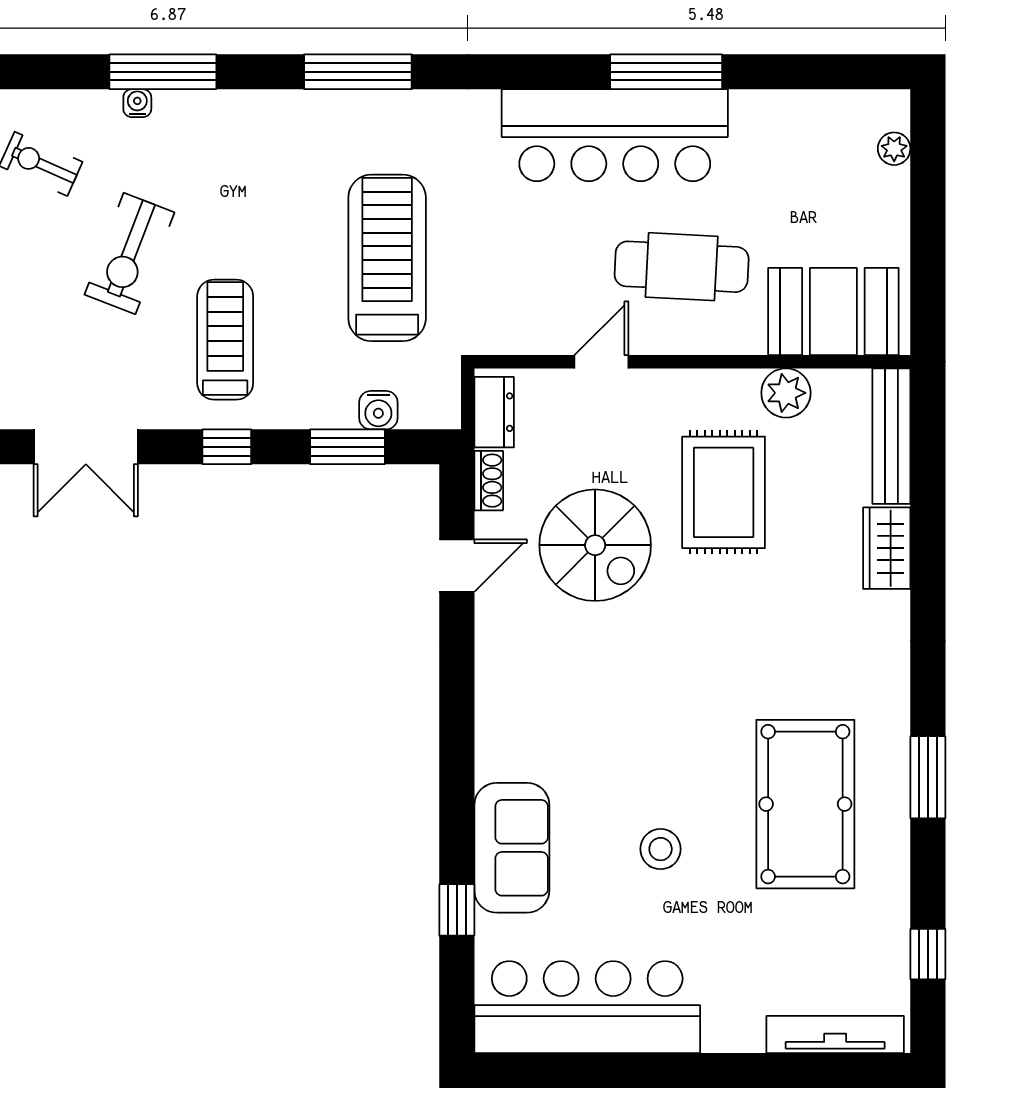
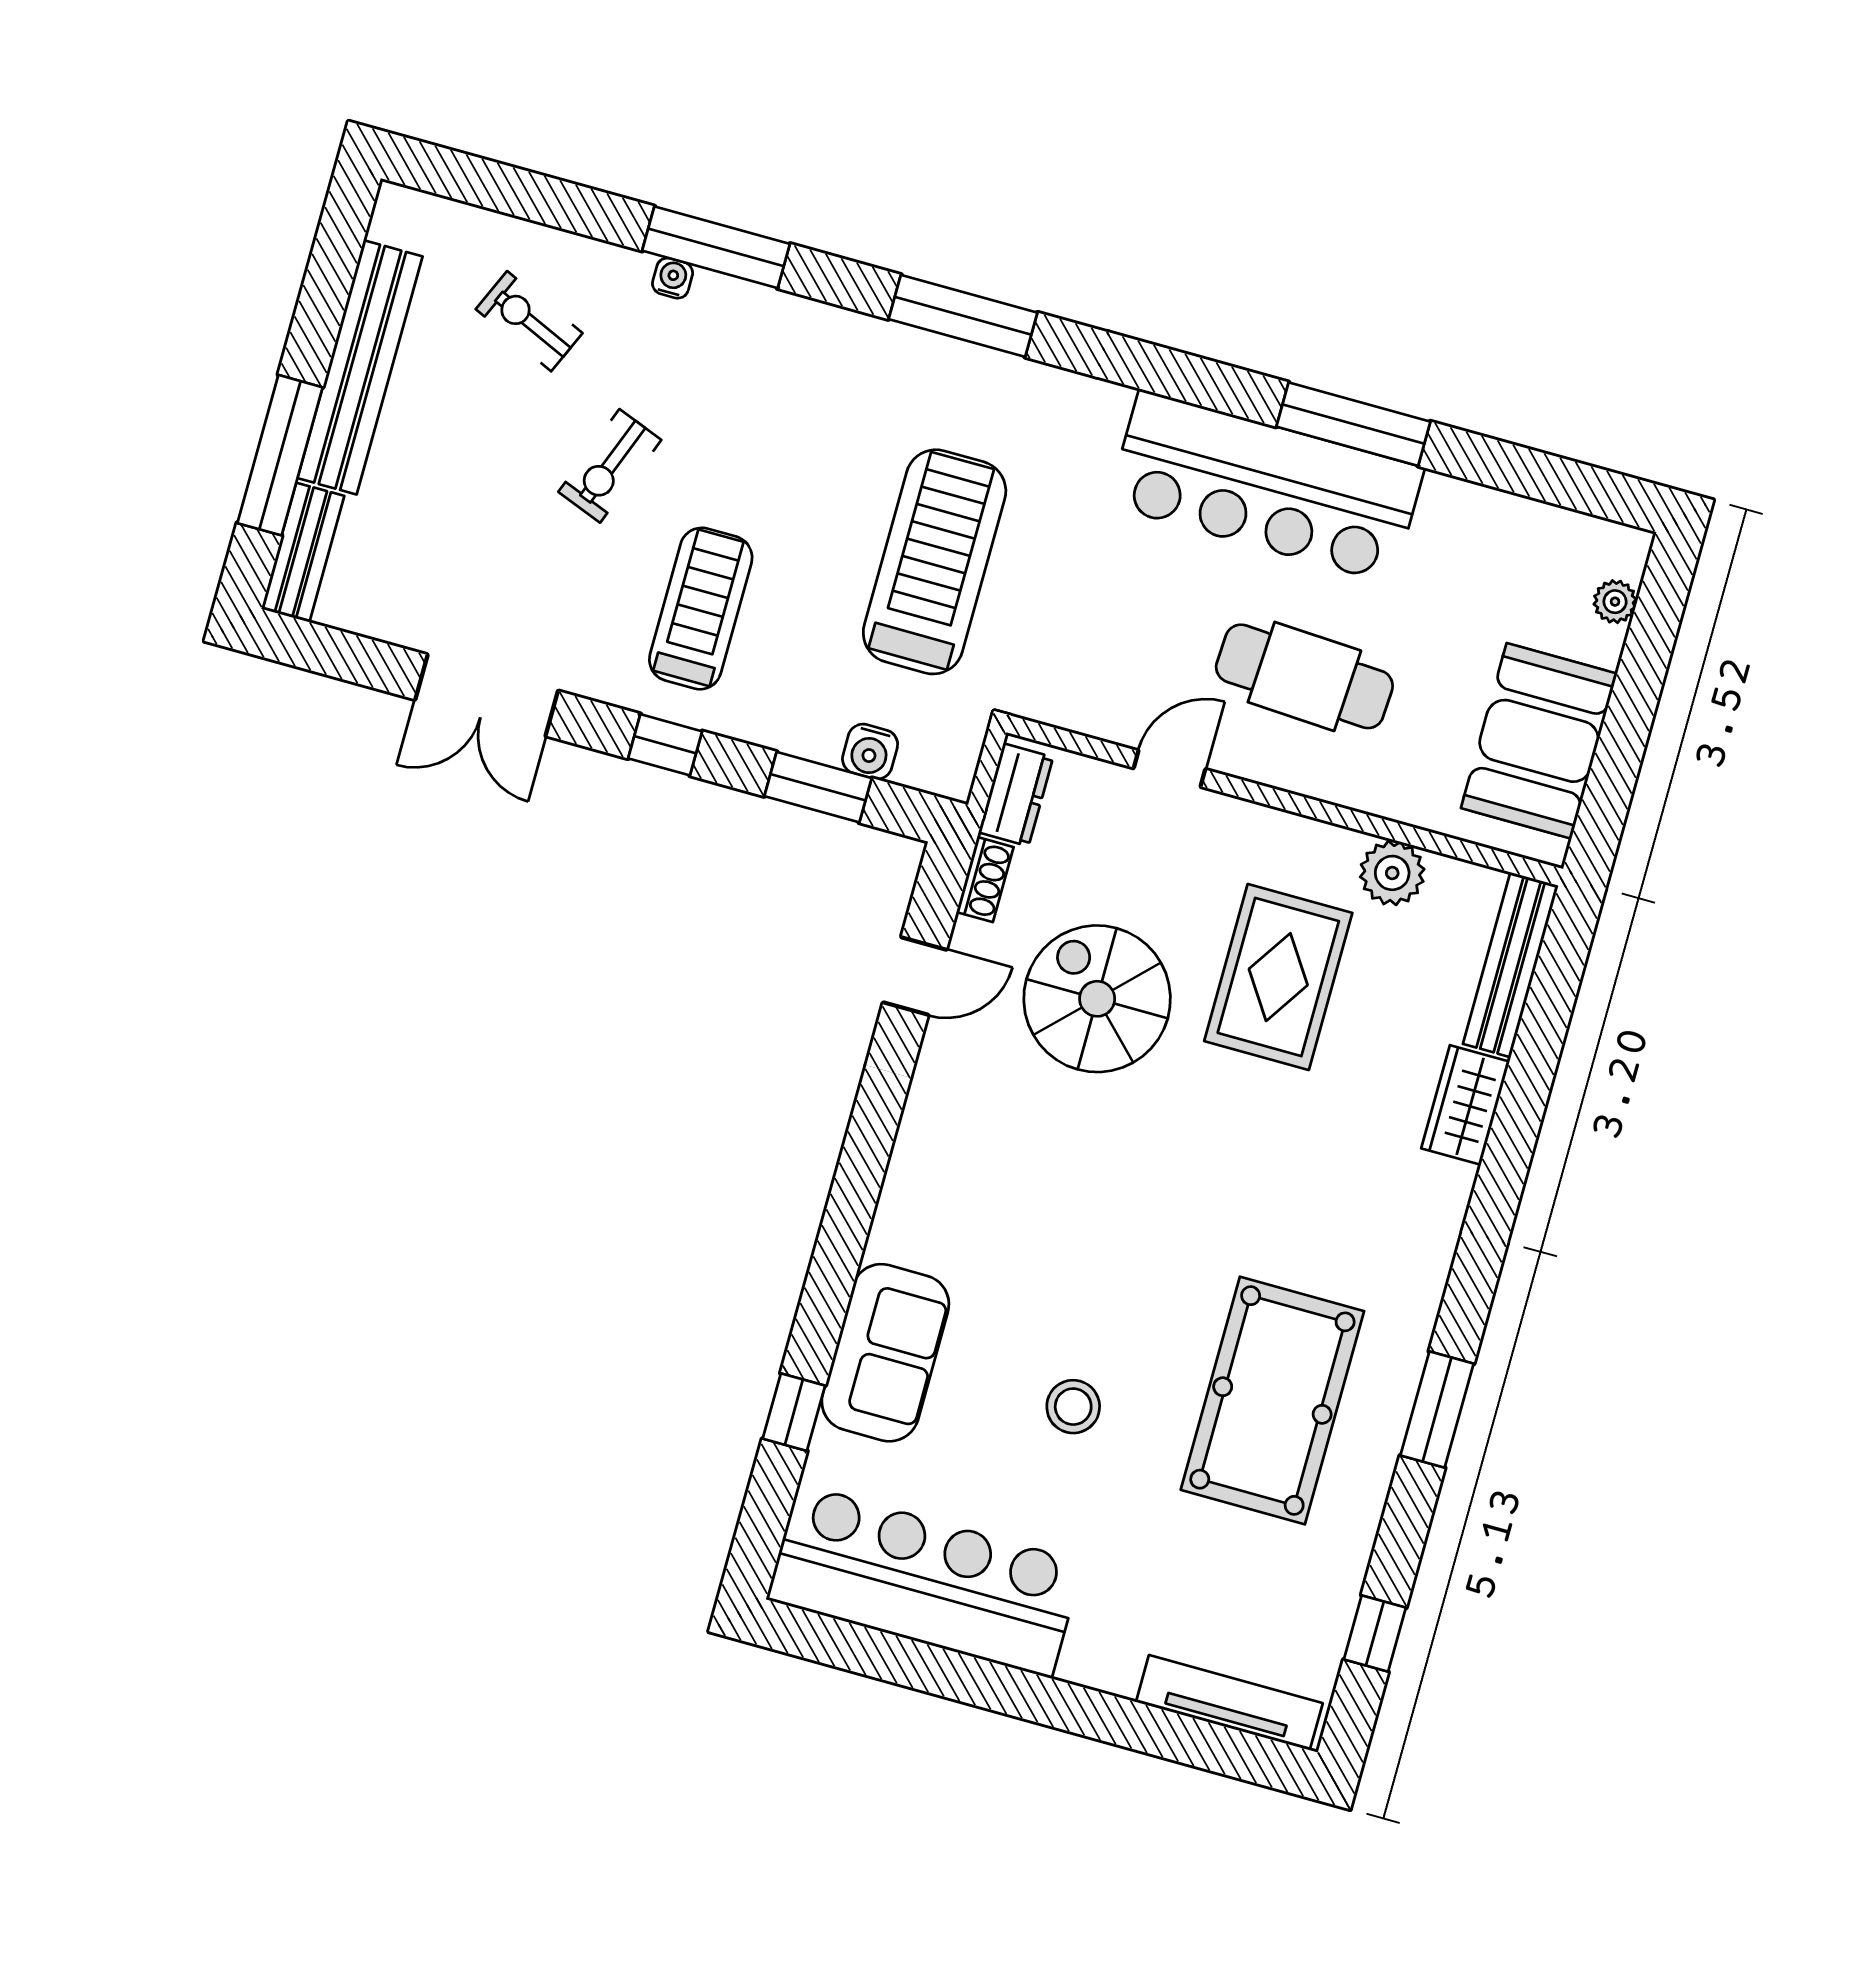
exercise bike: (129, 254) -> (610, 466), width x0.73, depth x0.72
booth: (833, 311) -> (1539, 741), moved, turned 90
spiral stairs: (595, 545) -> (1097, 999), turned 180

